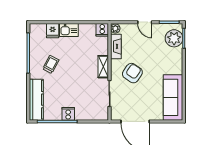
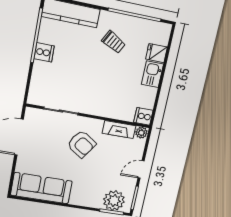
shelving: (103, 67) -> (97, 109), removed

